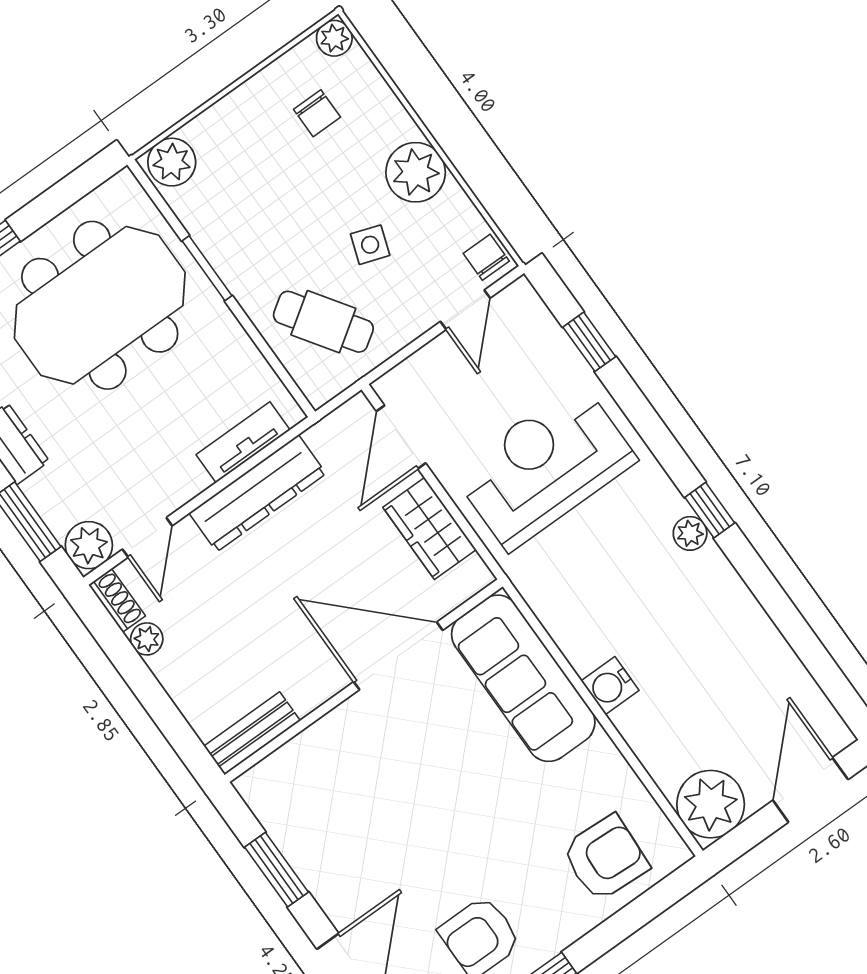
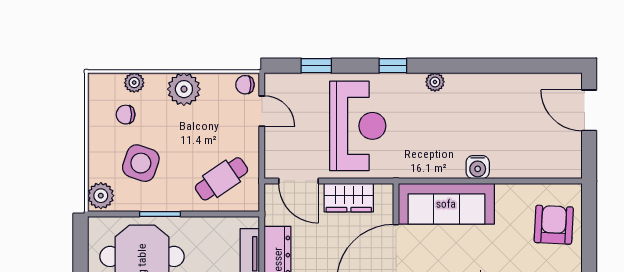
plant: (334, 38) -> (134, 83), moved
chair: (317, 113) -> (126, 115), turned 180
side table: (370, 245) -> (141, 163), moved, width x1.87, depth x1.87
reception desk: (544, 466) -> (358, 126), turned 180
window: (710, 510) -> (393, 66), moved
plant: (711, 804) -> (563, 160), removed

